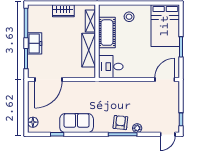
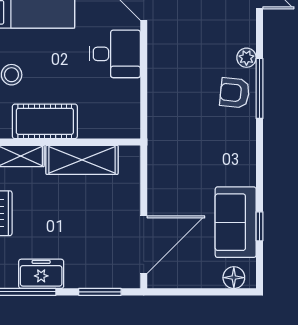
freezer: (35, 43) -> (41, 274), moved
desk: (111, 67) -> (115, 54), moved, turned -90
door: (48, 79) -> (144, 245), hinge flipped
sofa: (77, 123) -> (236, 222), moved

